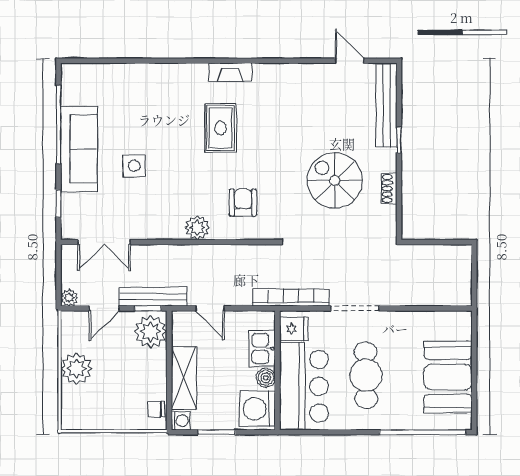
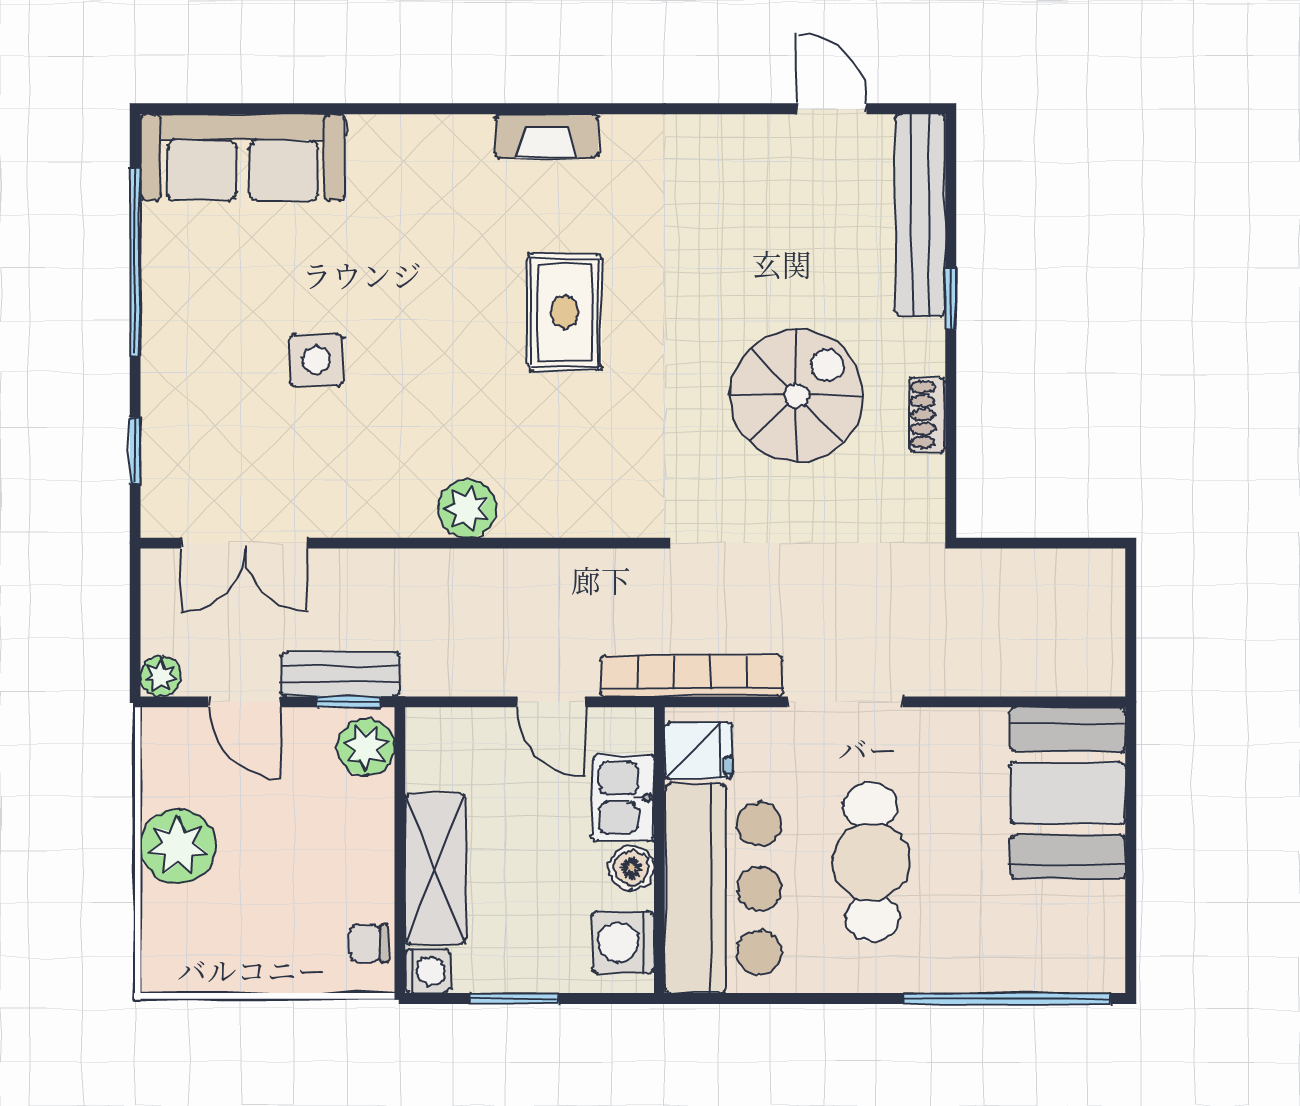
rug: (221, 128) -> (564, 312), moved
sofa: (79, 149) -> (243, 158), moved, turned 90
spiral stairs: (335, 181) -> (797, 396), turned 90
armchair: (243, 203) -> (577, 449), removed
bench: (153, 297) -> (340, 674), width x0.73
door: (104, 308) -> (244, 702), hinge flipped
door: (210, 308) -> (551, 702), moved
plant: (151, 332) -> (366, 747), width x0.73, depth x0.73
booth: (448, 377) -> (1068, 793), moved
washing machine: (257, 409) -> (623, 942), width x0.73, depth x0.73

